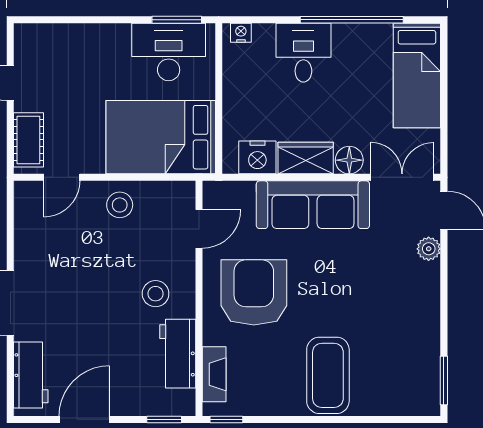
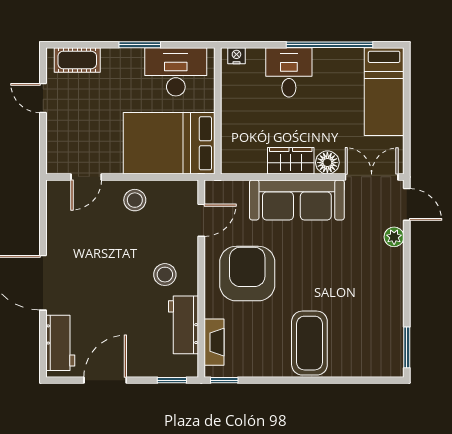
window: (177, 20) -> (140, 45), moved
cot: (28, 140) -> (77, 60), moved, turned 90
nightstand: (257, 157) -> (250, 160), removed

